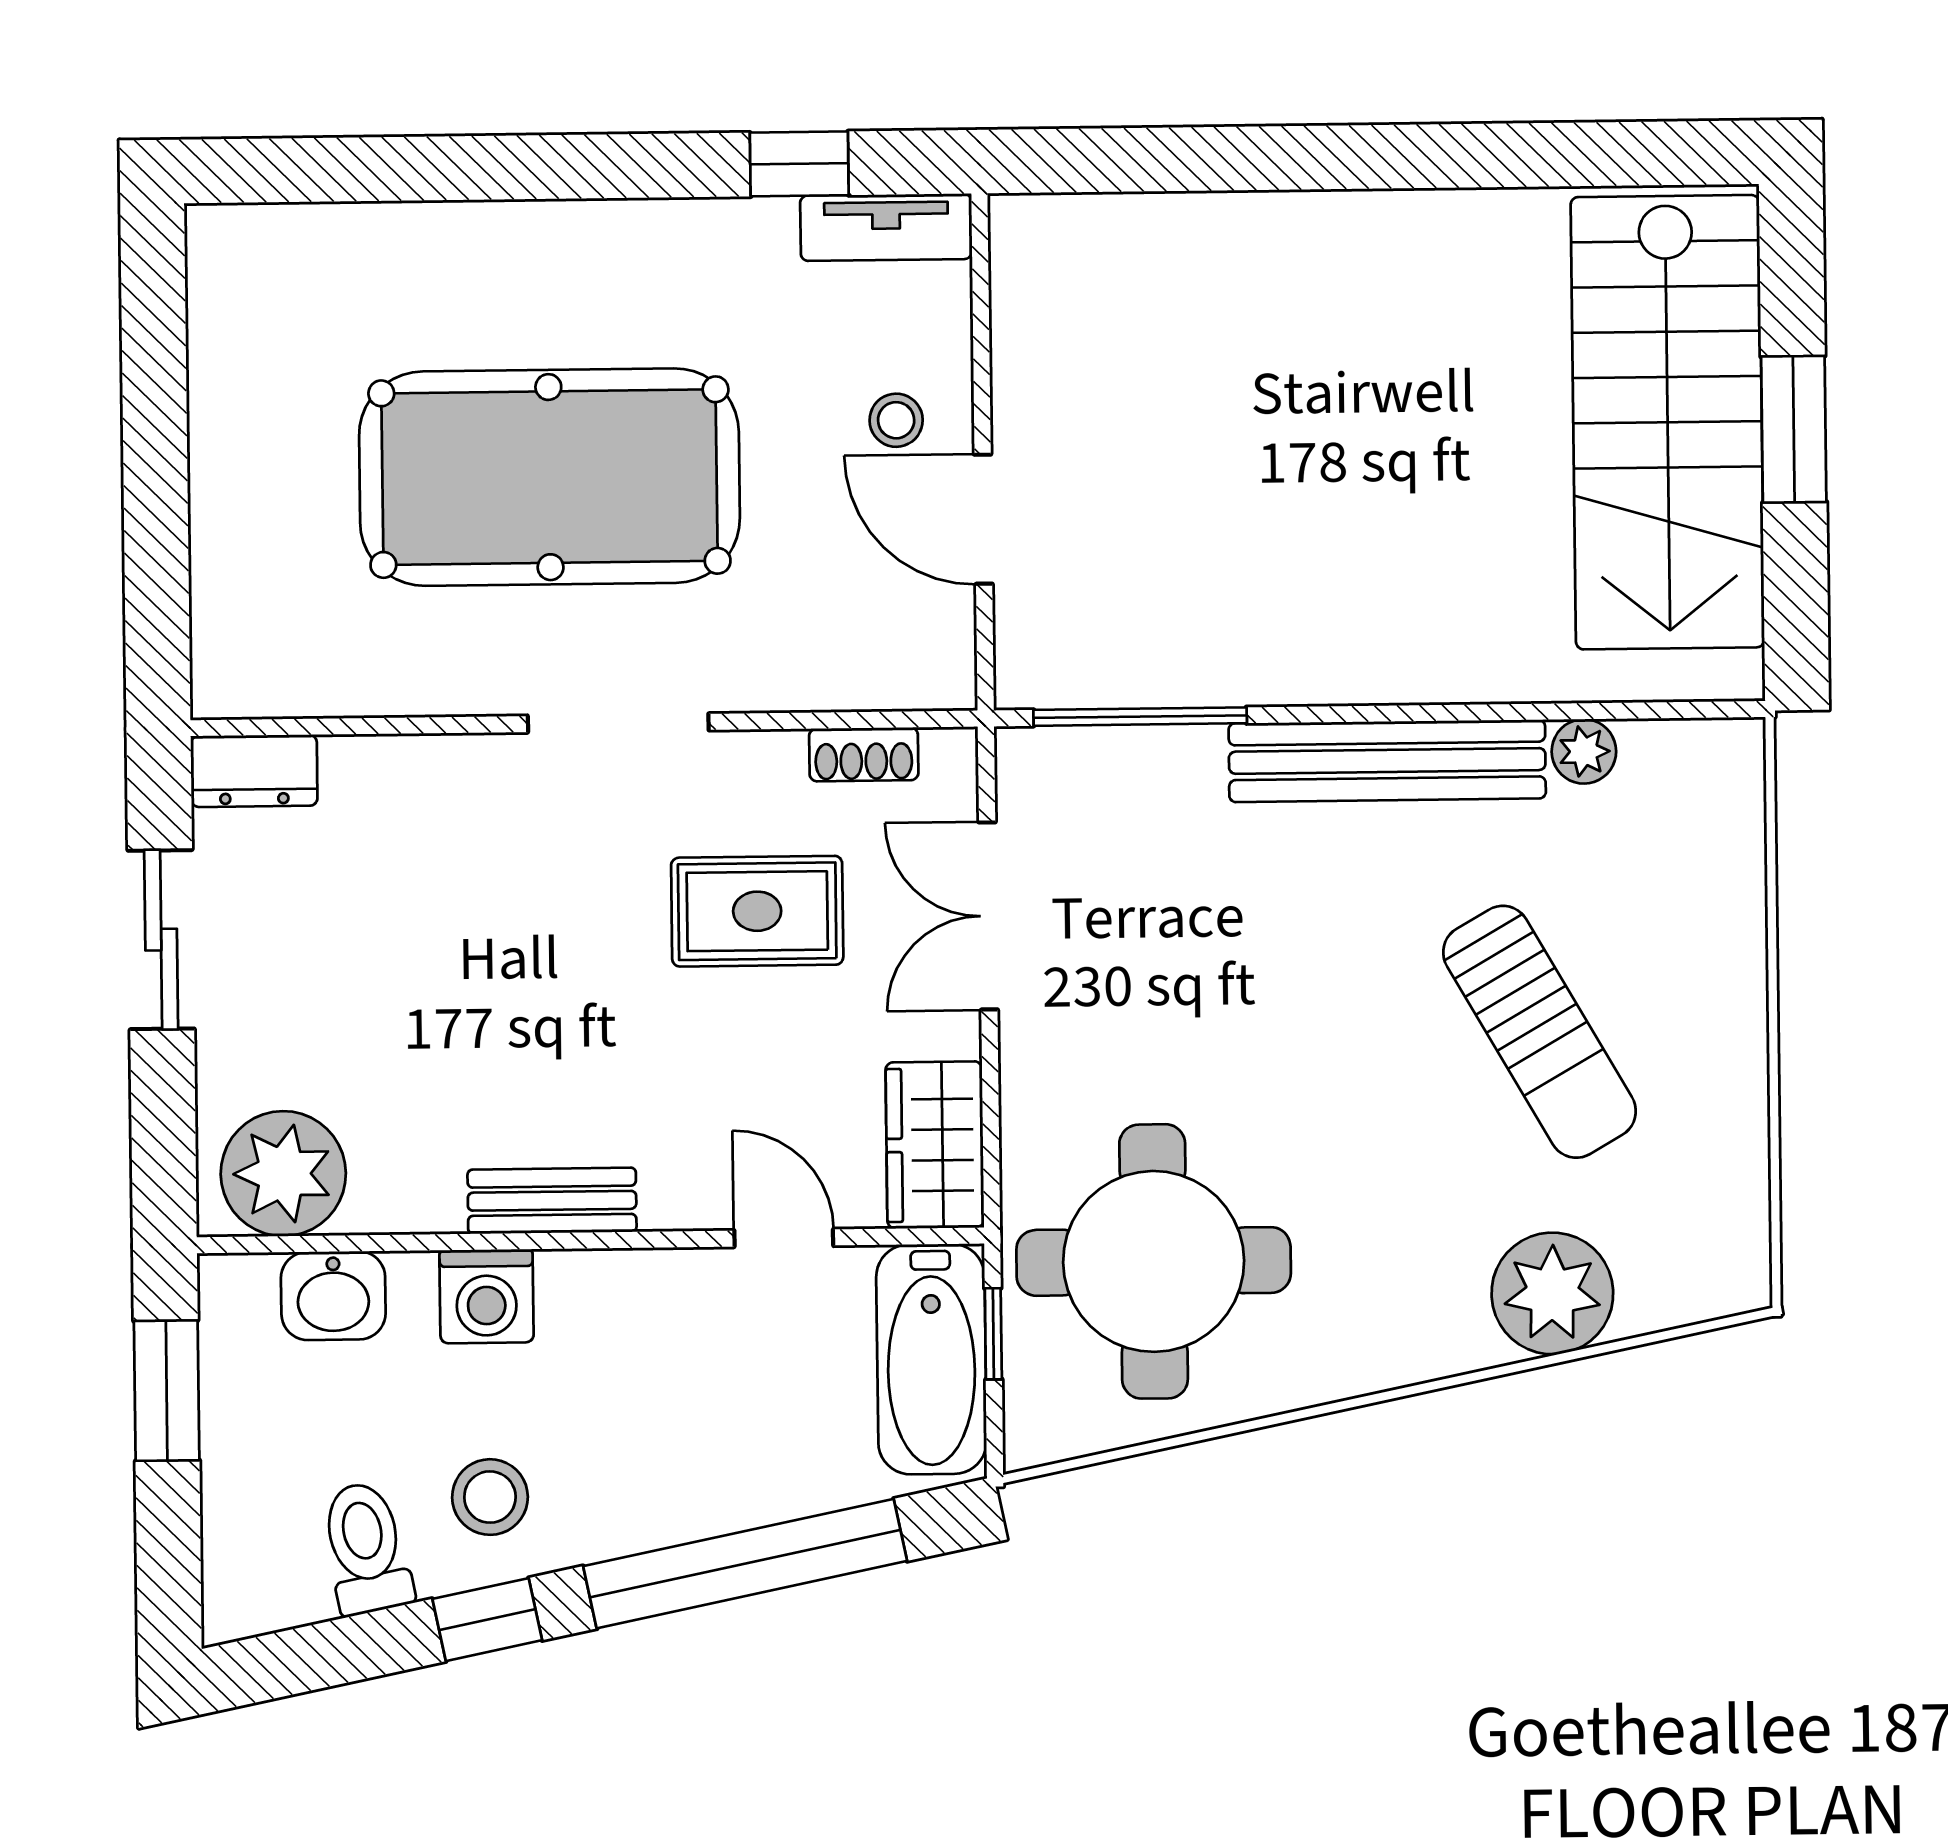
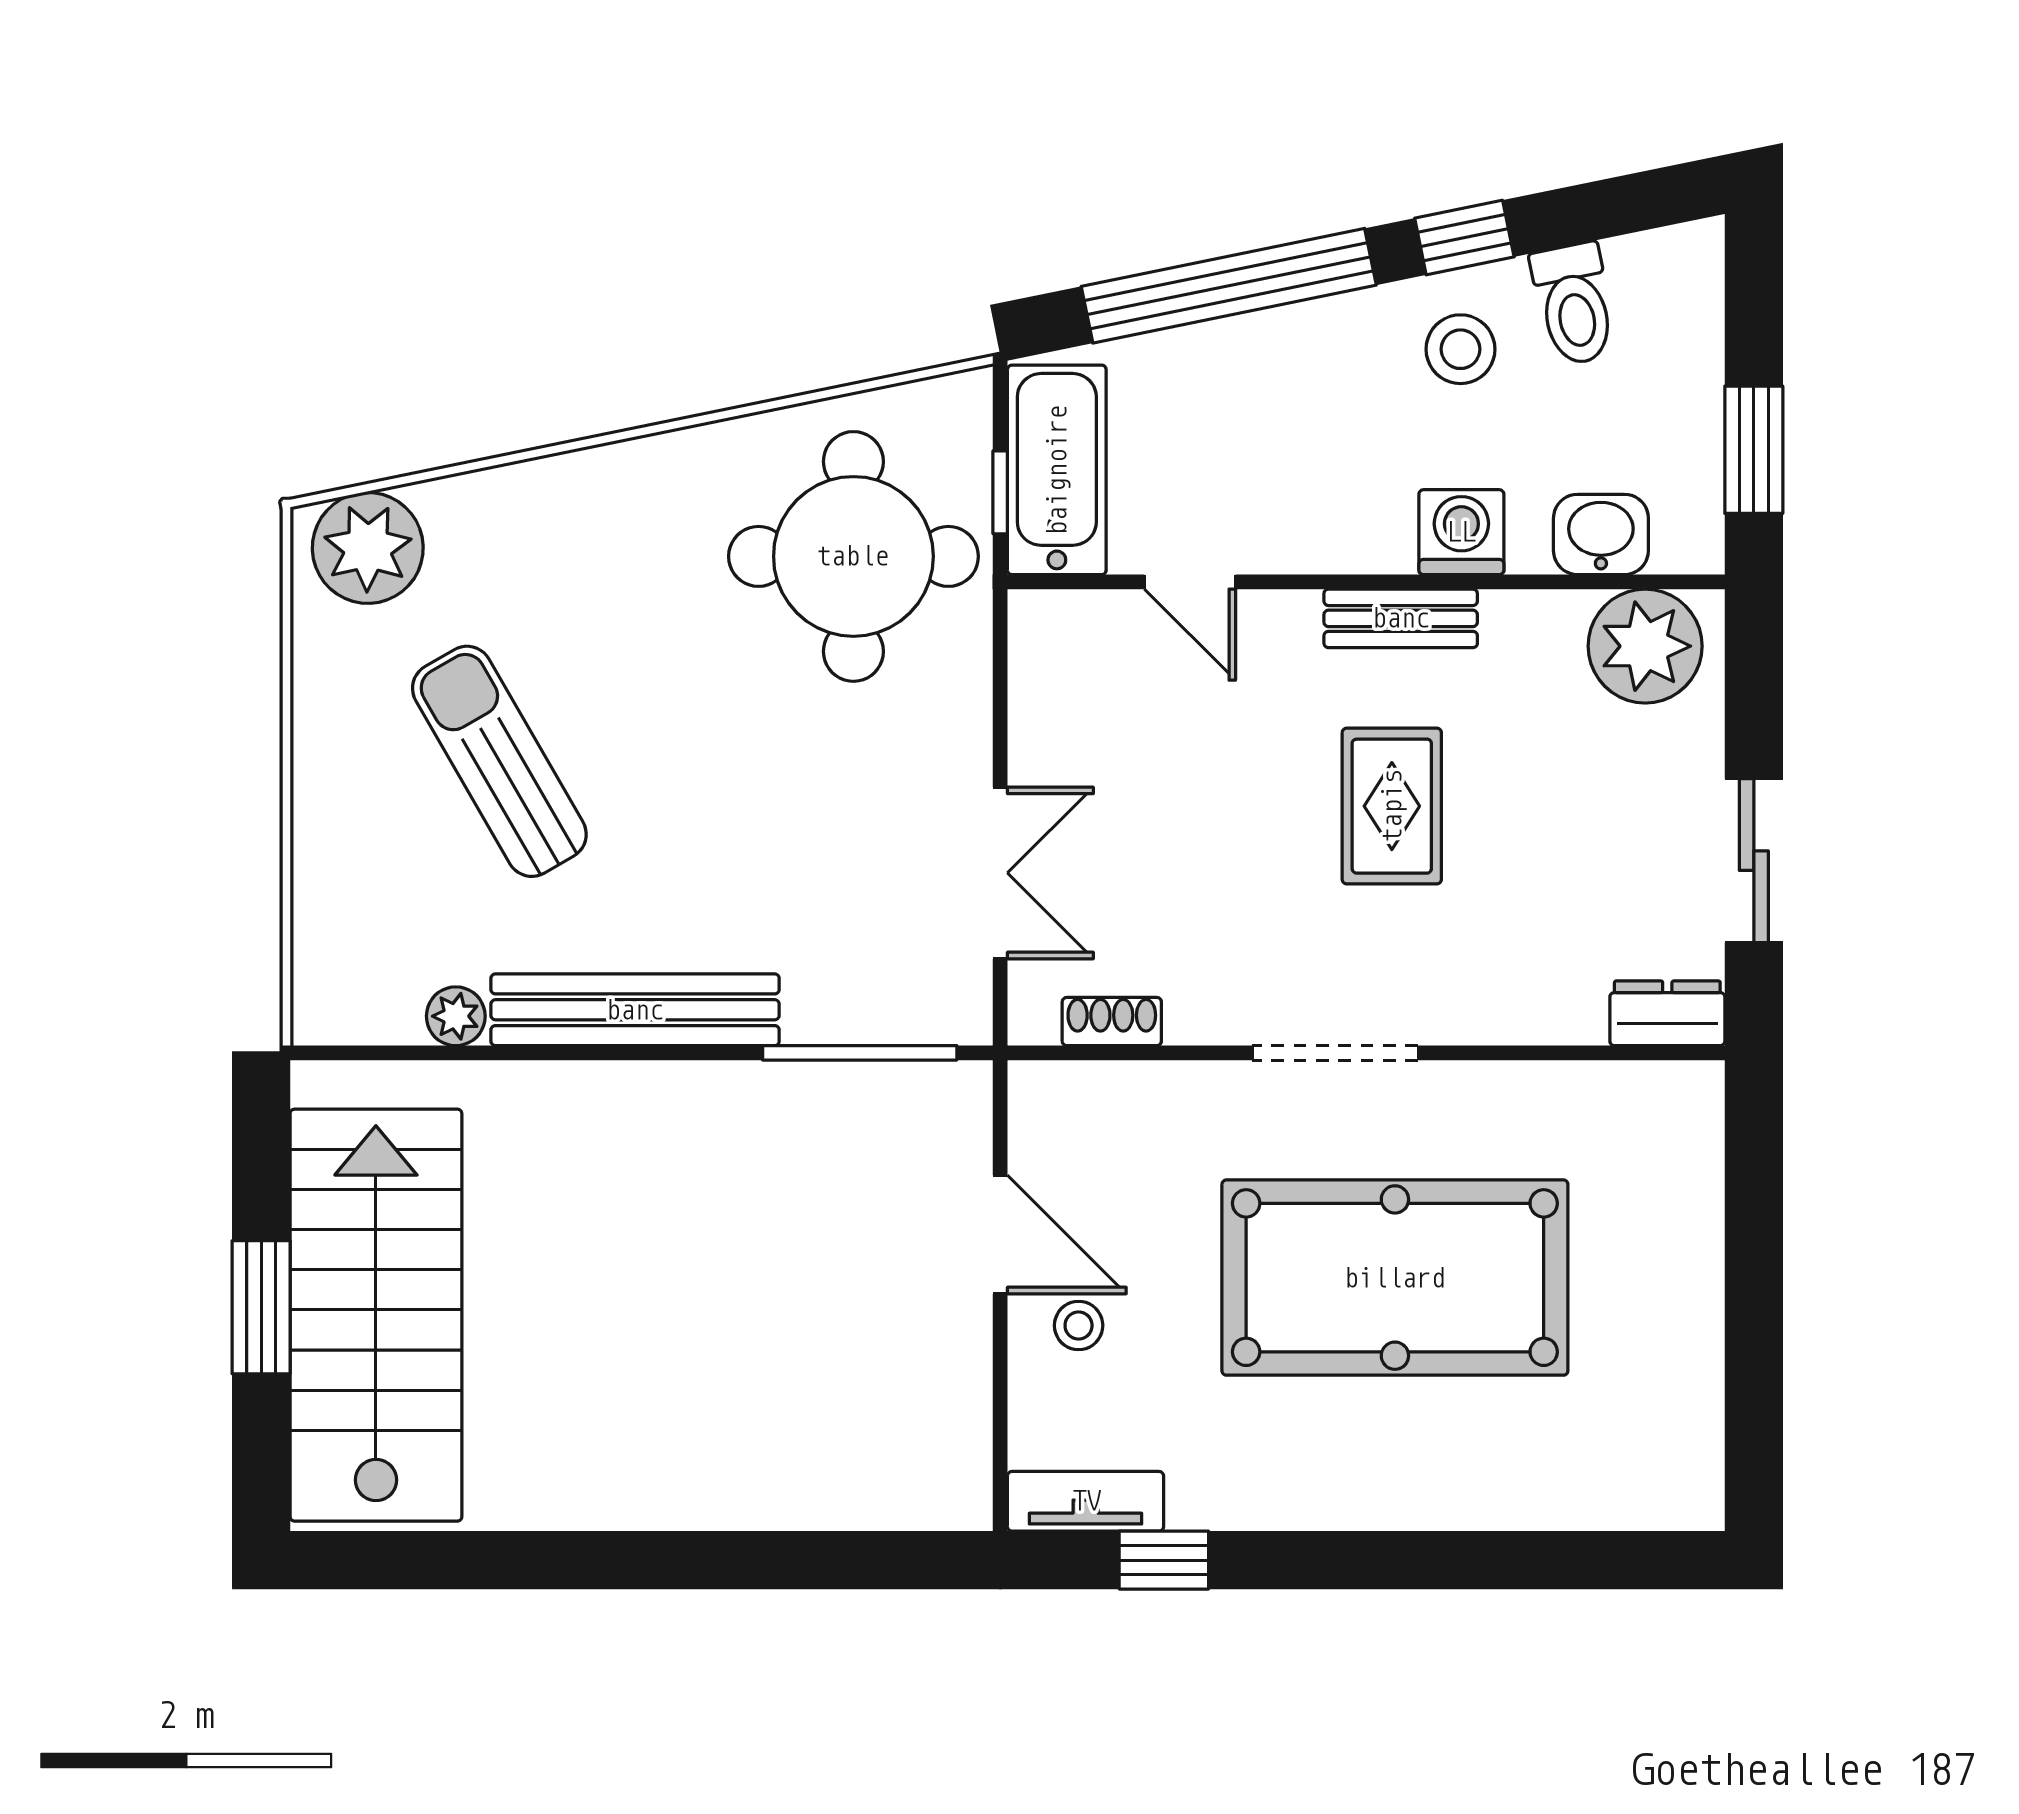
rug: (757, 911) -> (1392, 806), moved, turned 90
wardrobe: (935, 1145) -> (1051, 665), removed
plant: (1552, 1293) -> (368, 548), moved

